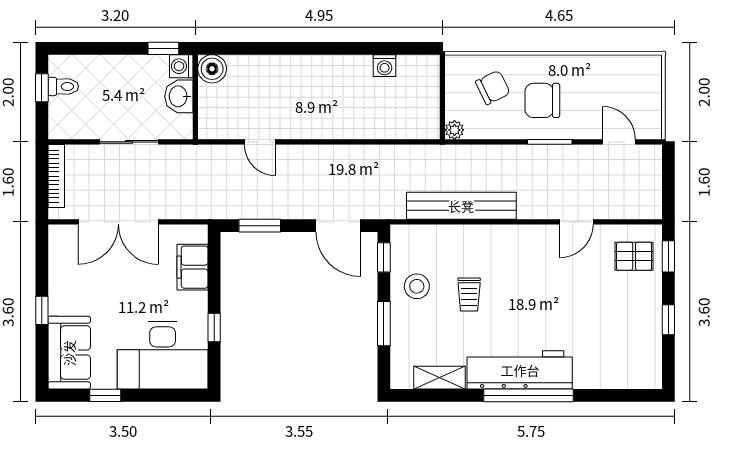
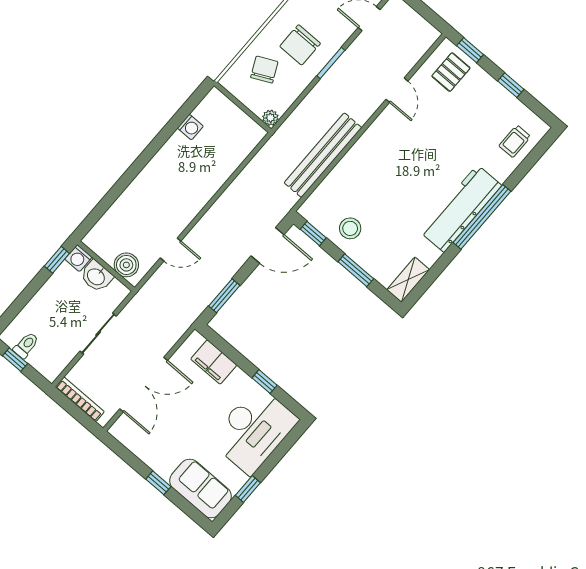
boiler: (212, 69) -> (126, 265), moved
trolley: (469, 295) -> (515, 141), moved, turned 90
shelving: (439, 378) -> (408, 280), moved

